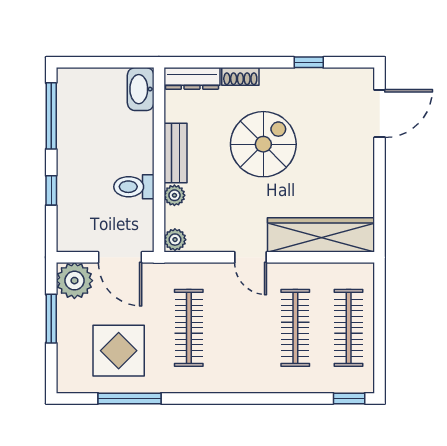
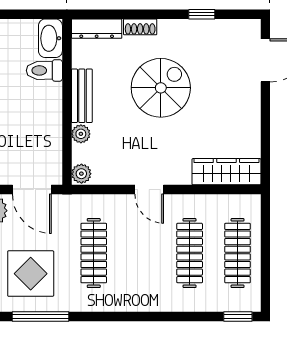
toilet: (134, 187) -> (44, 70), moved
wardrobe: (321, 235) -> (226, 172), width x0.71, depth x0.85

